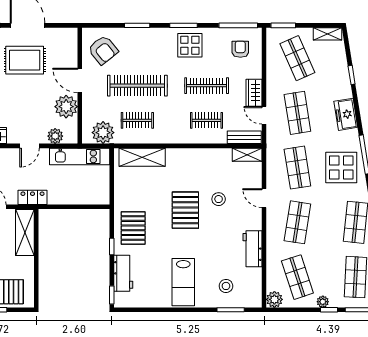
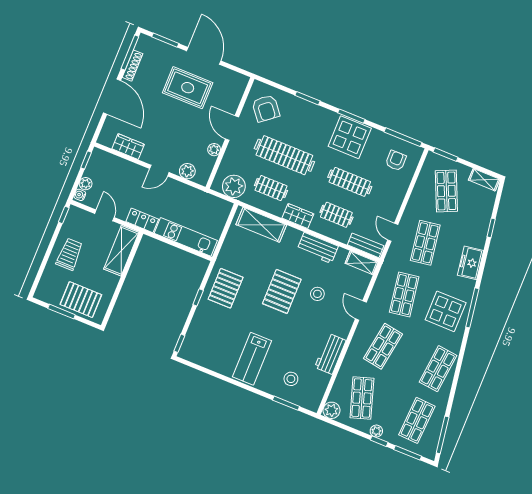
display table: (190, 45) -> (350, 137), width x1.36, depth x1.36
wardrobe: (254, 93) -> (298, 216), moved, turned 90
plant: (66, 107) -> (214, 150), width x0.53, depth x0.53
kitchen unit: (80, 156) -> (186, 237), moved, turned 180
workbench: (123, 273) -> (318, 248), moved, turned 90

